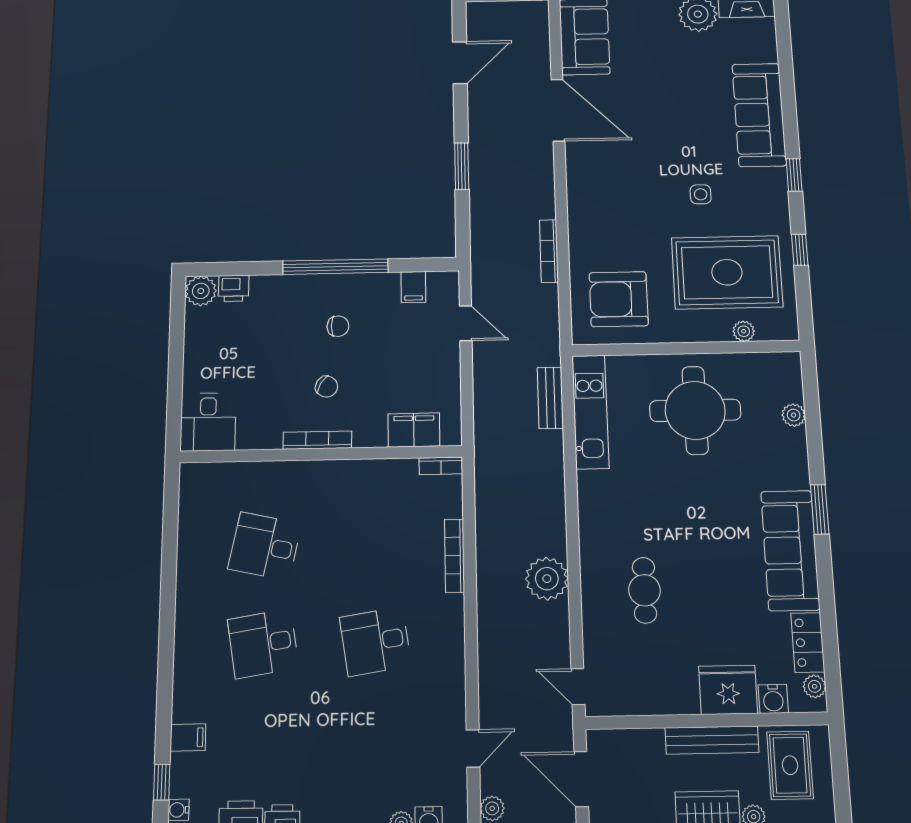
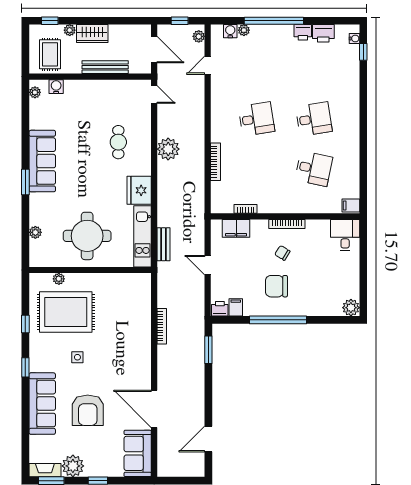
window: (462, 166) -> (208, 350), moved
printer: (234, 288) -> (220, 309), moved
armchair: (619, 299) -> (88, 410), moved, turned 90
door: (466, 323) -> (208, 265), moved
chair: (338, 326) -> (276, 286), width x1.87, depth x1.87
bookcase: (441, 466) -> (246, 209), moved
locker: (808, 642) -> (37, 114), removed
fridge: (728, 690) -> (139, 190), moved, turned 90
filing cabinet: (188, 737) -> (351, 206), moved
bench: (712, 740) -> (105, 67), moved

